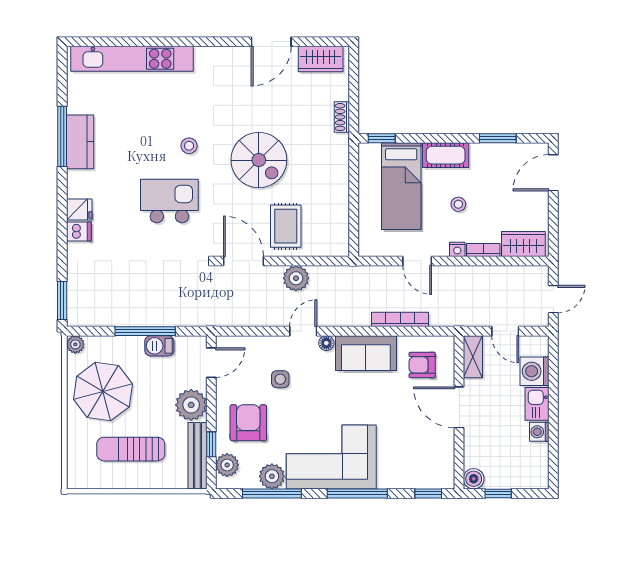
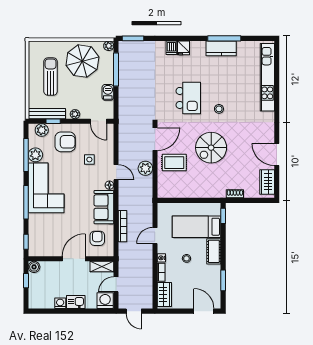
window: (145, 331) -> (116, 70), moved
washing machine: (534, 371) -> (105, 301), moved
plant: (191, 405) -> (75, 114), width x0.53, depth x0.53

